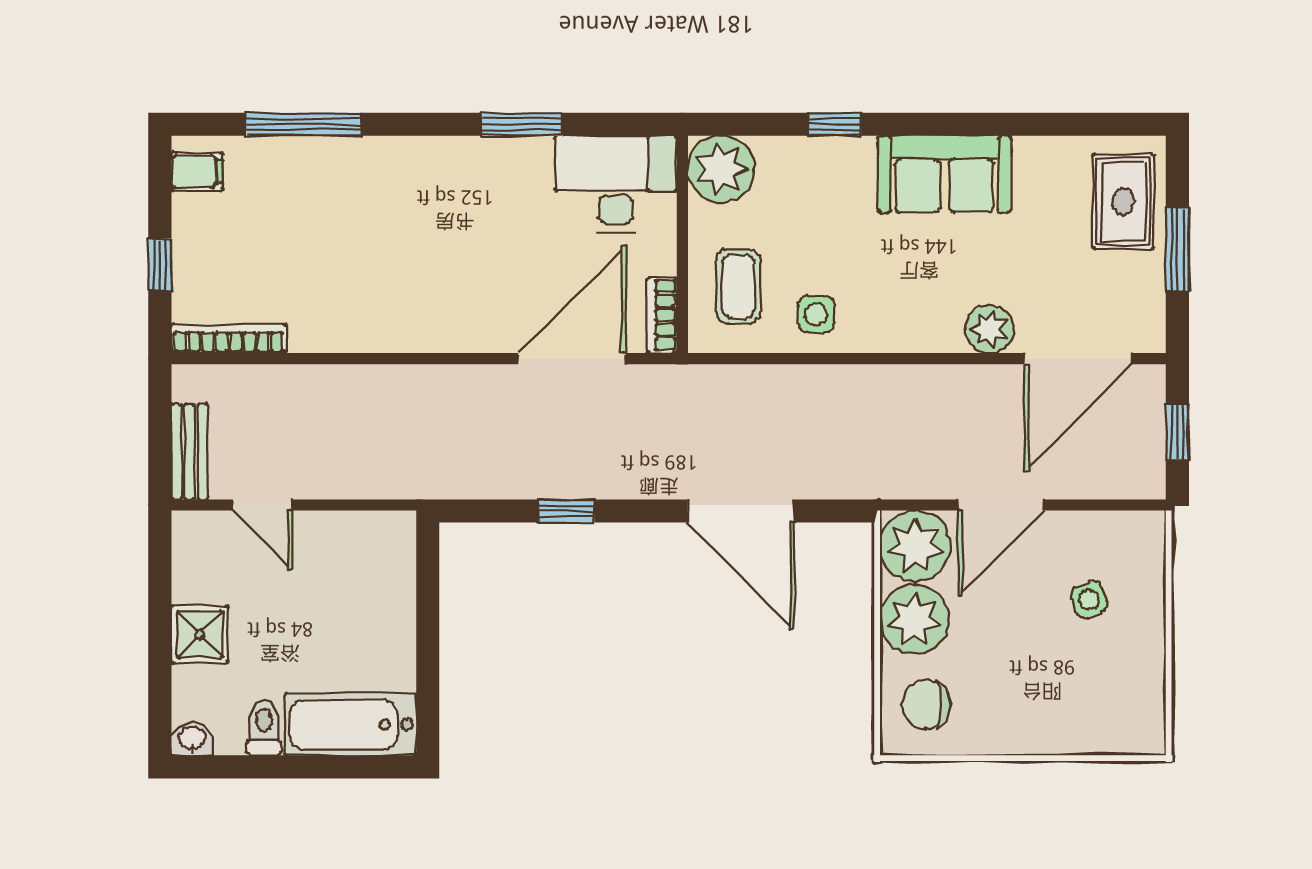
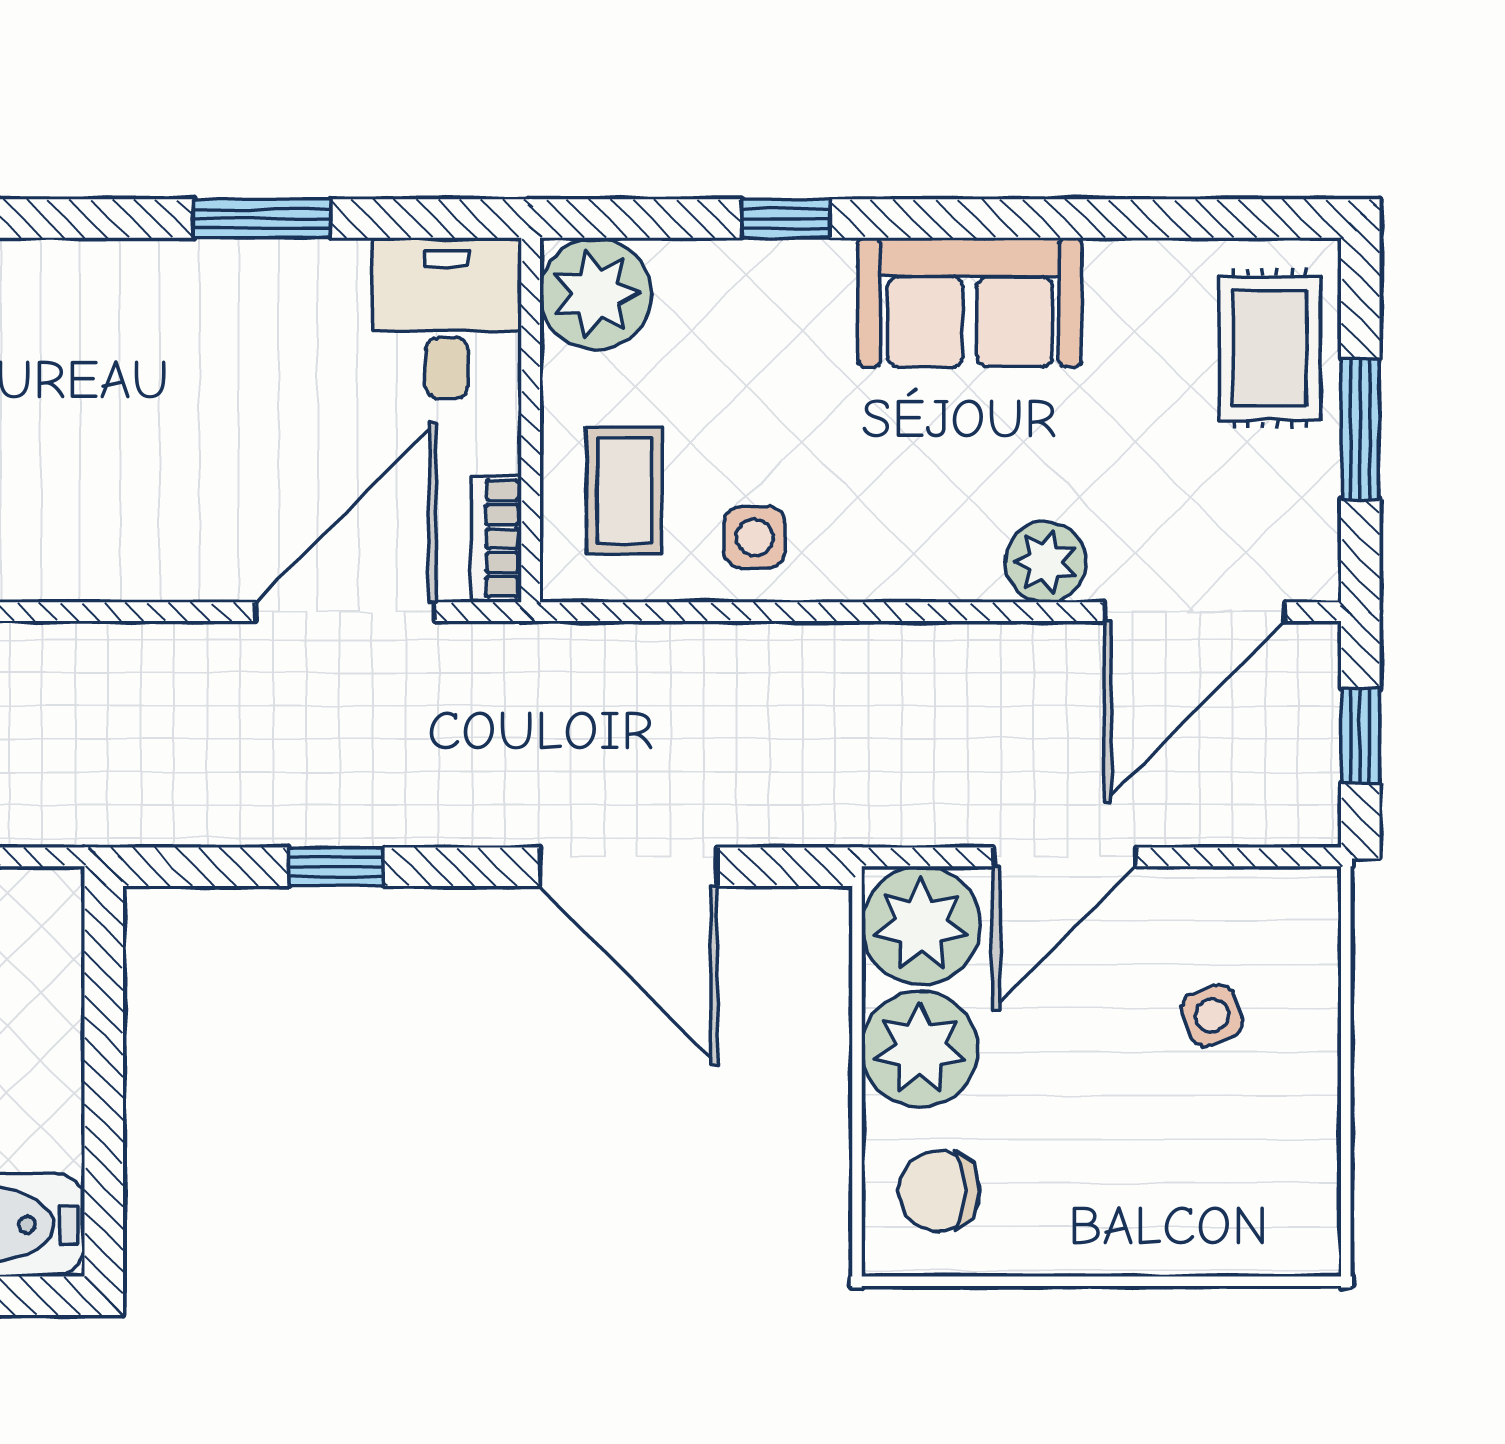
desk: (616, 184) -> (447, 318), width x0.73

